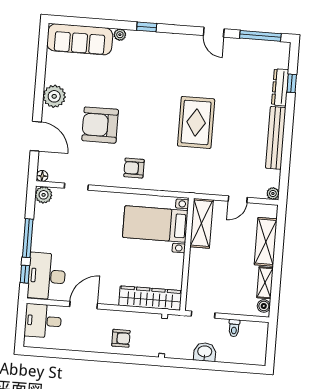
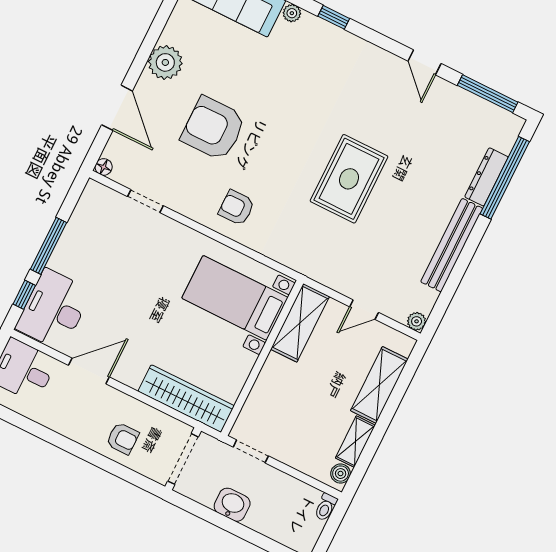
window: (292, 83) -> (505, 178), width x3.17
plant: (44, 195) -> (95, 194), removed
toilet: (234, 328) -> (326, 507), moved

